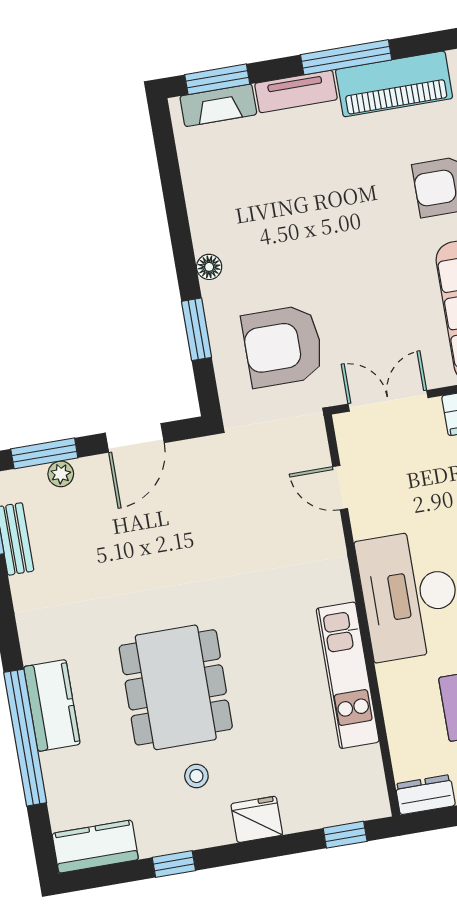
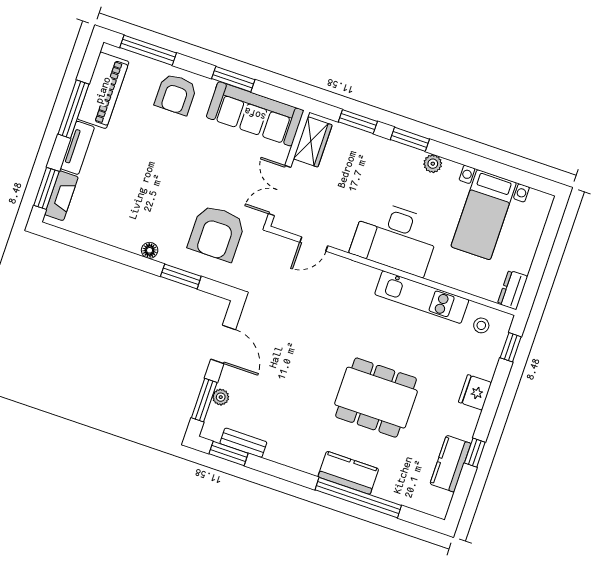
stool: (196, 776) -> (481, 325), moved
kitchen counter: (95, 847) -> (450, 464), moved

